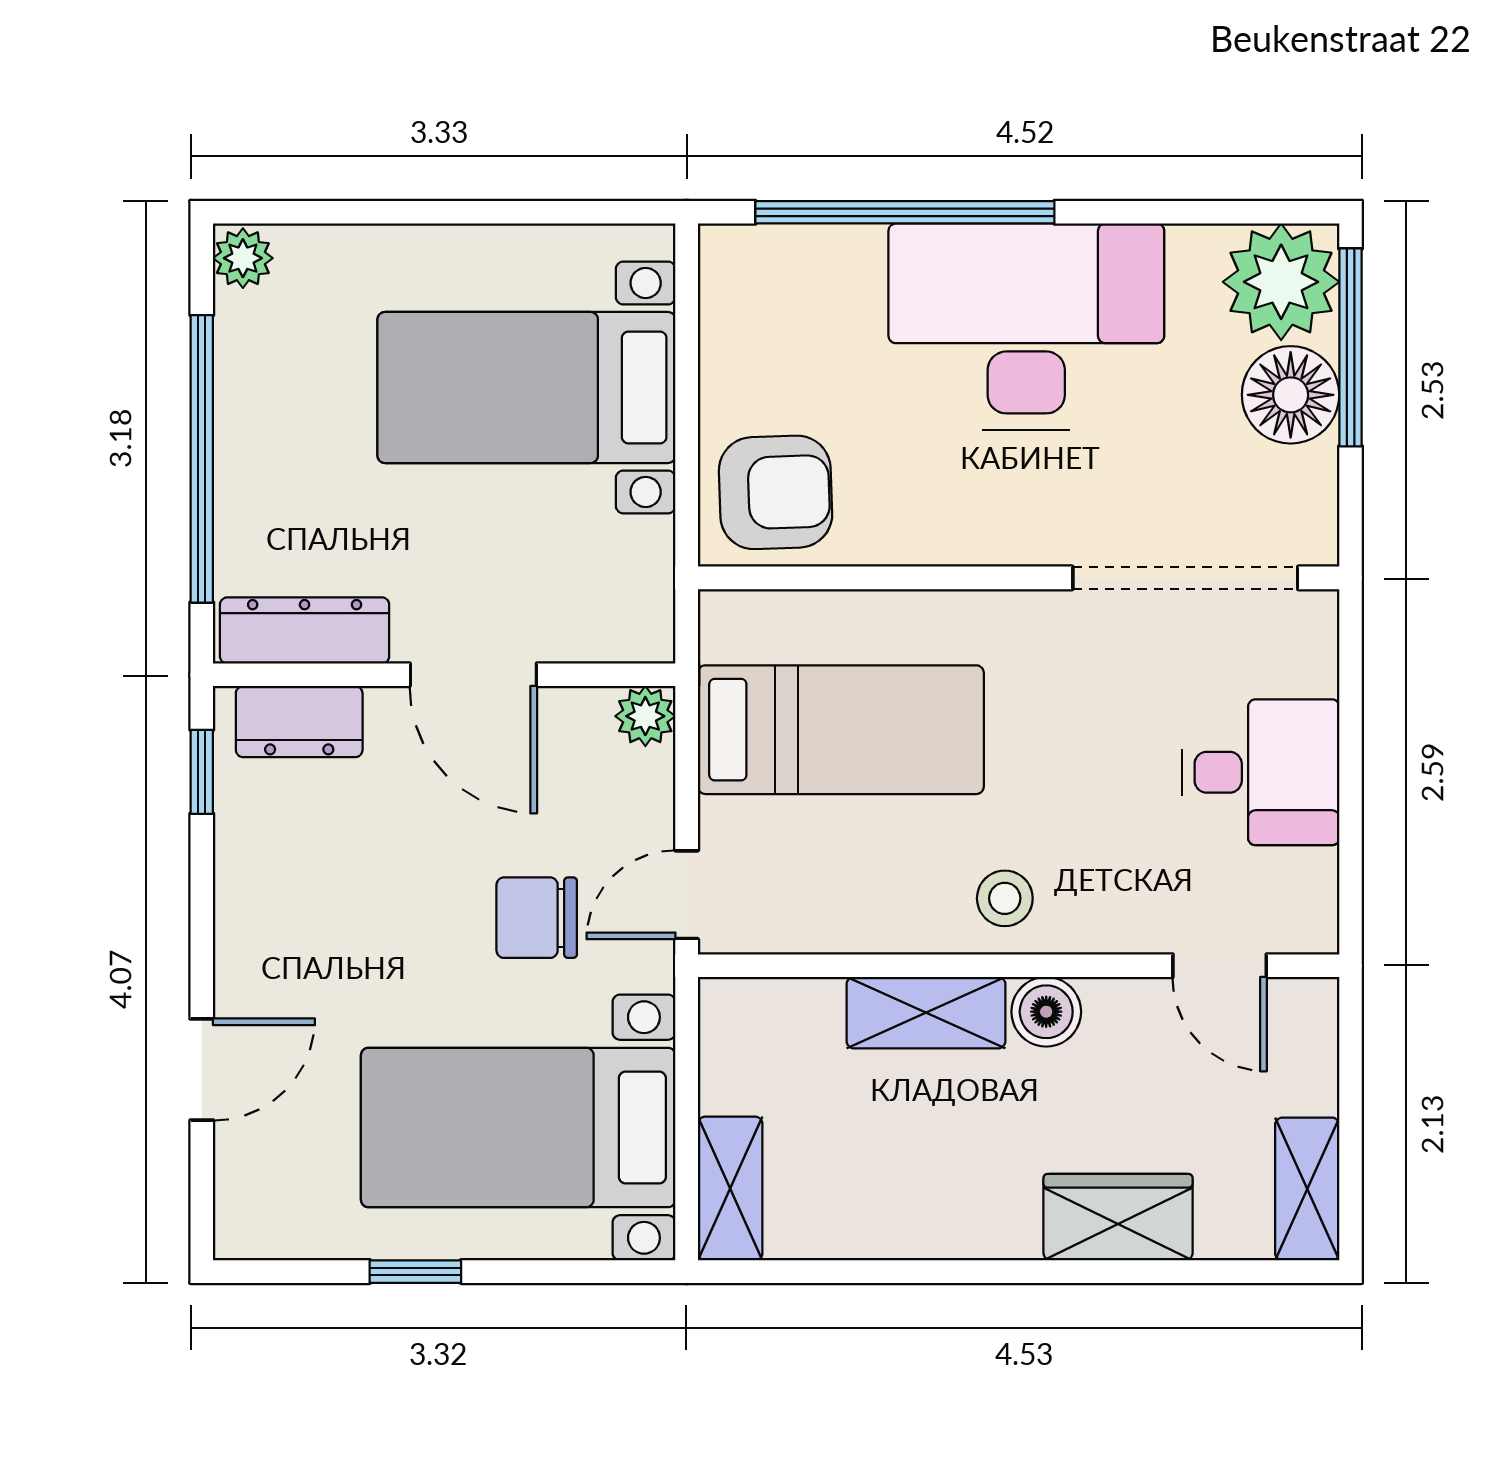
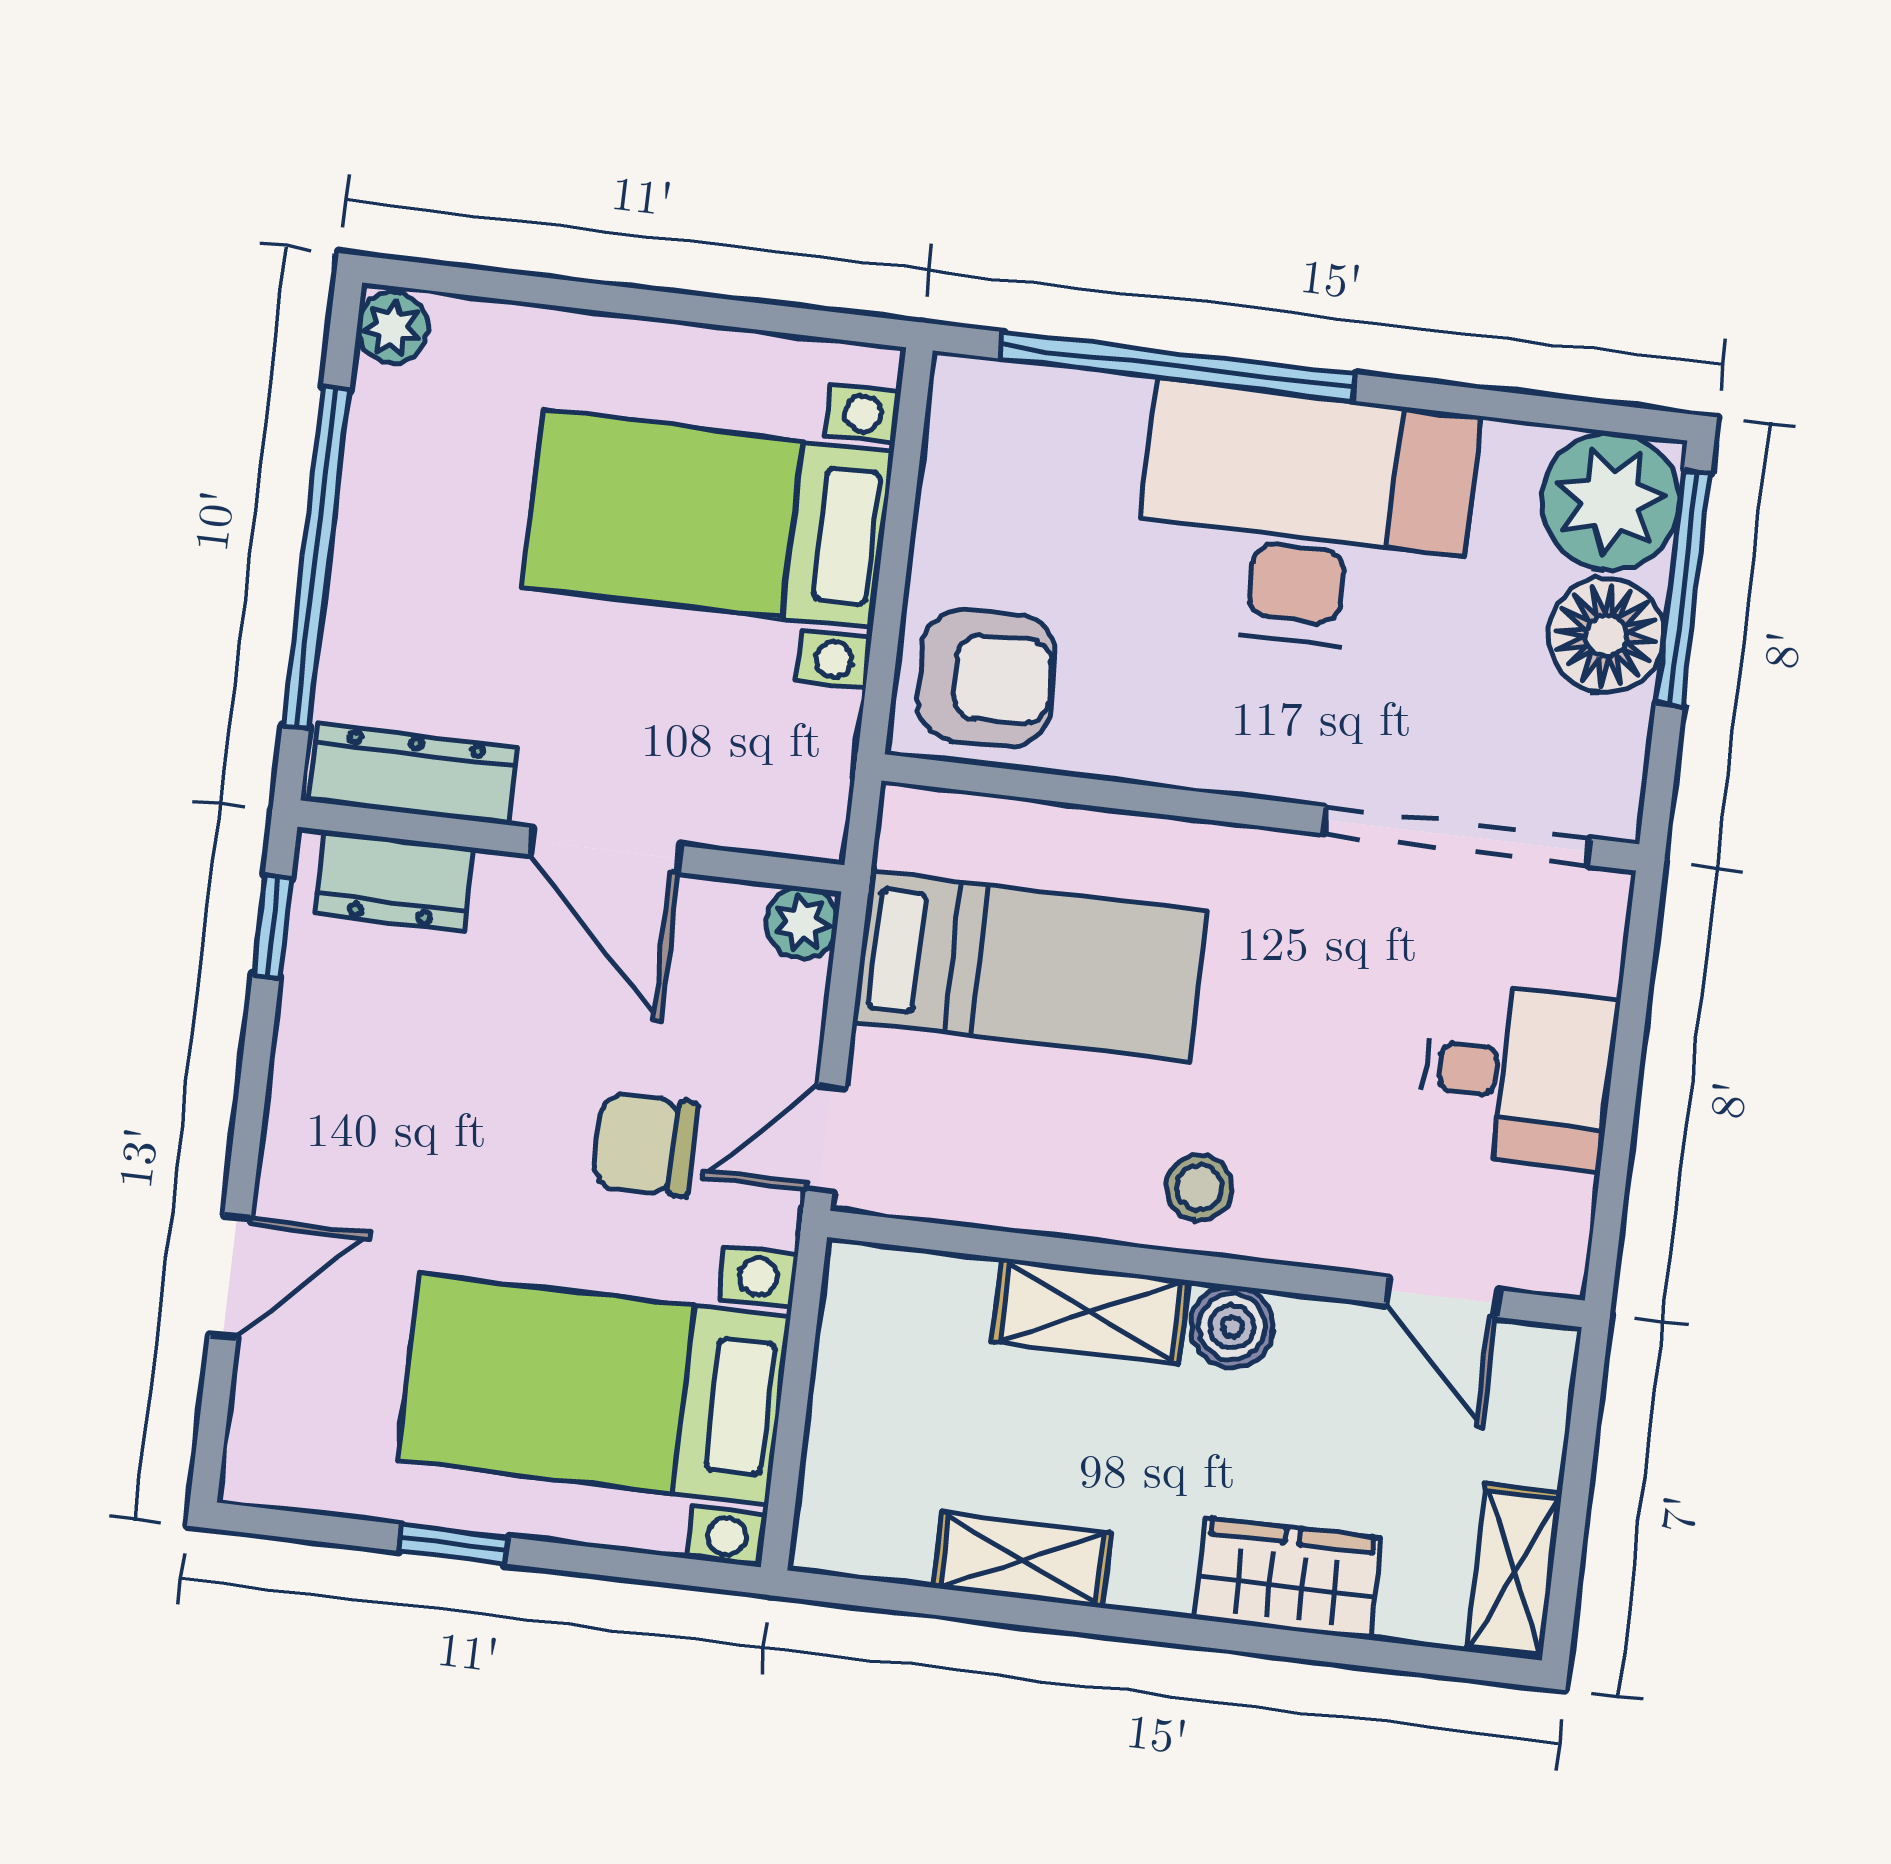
shelving: (730, 1189) -> (1022, 1560), moved, turned 90

